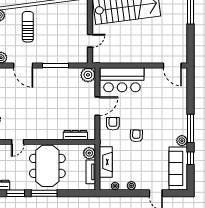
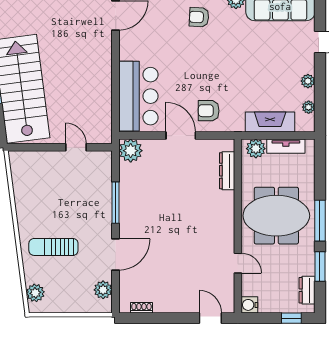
armchair: (136, 136) -> (199, 17), moved

